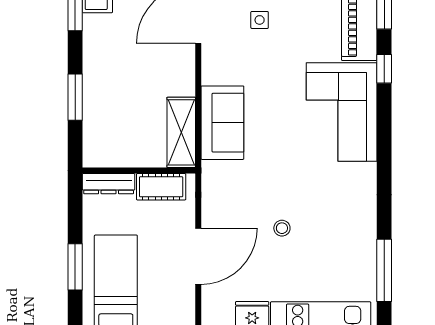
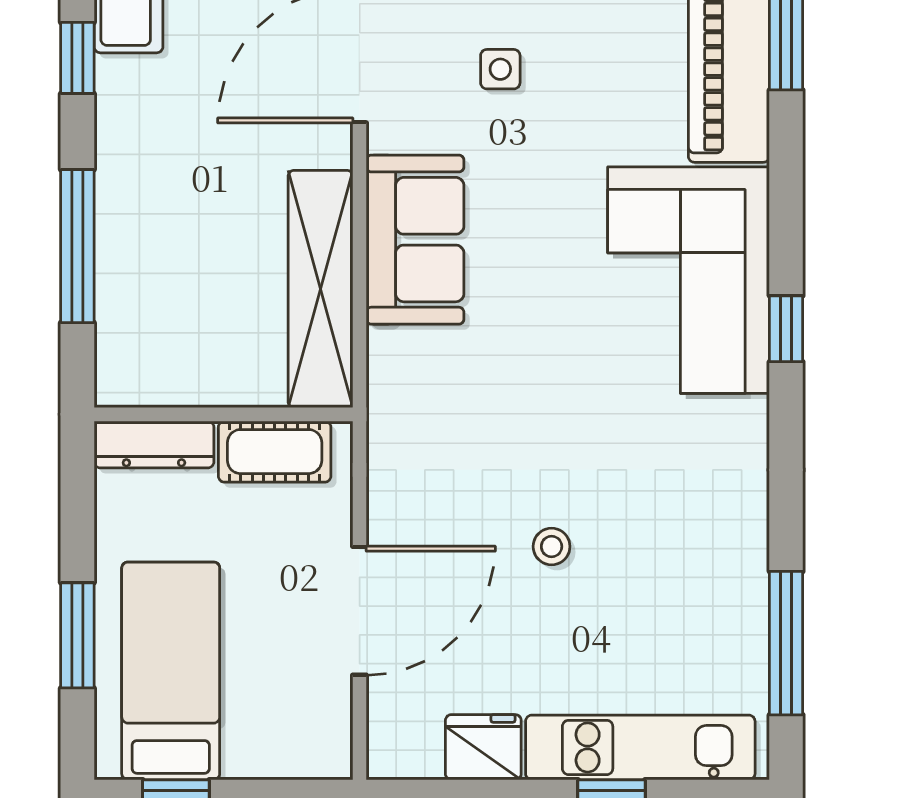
window: (384, 69) -> (786, 329), moved
window: (75, 97) -> (77, 246), width x1.44
sofa: (222, 123) -> (415, 240), moved
shelving: (181, 132) -> (320, 289), width x1.47

